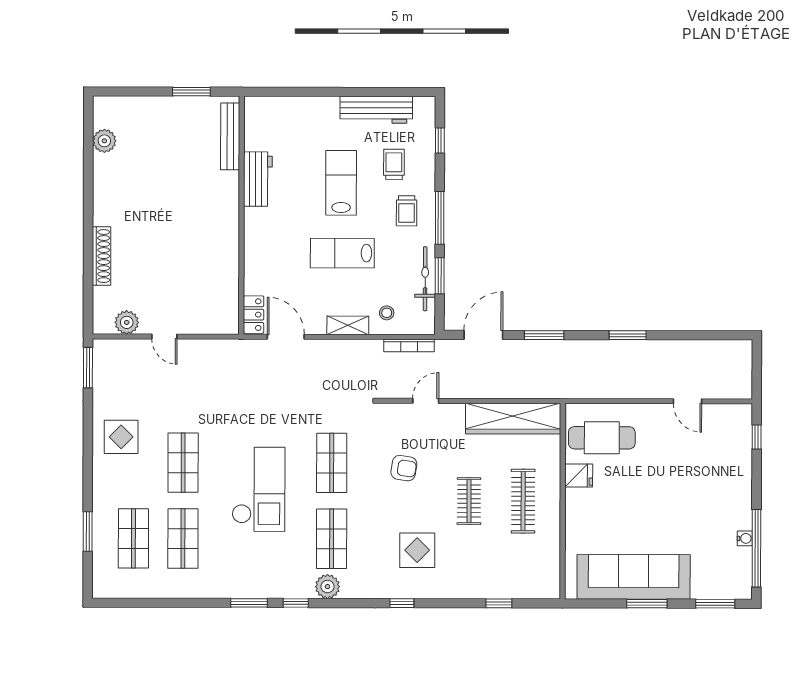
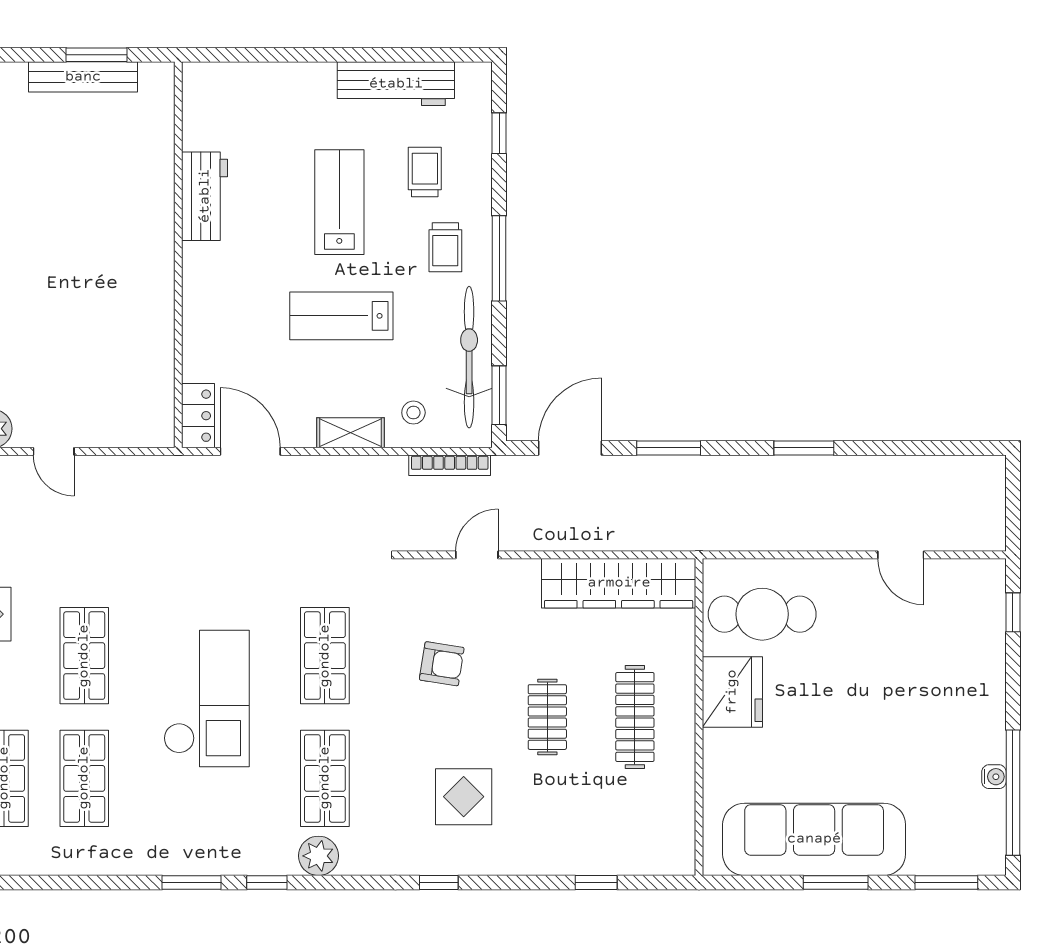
bench: (230, 136) -> (83, 77), moved, turned 90
window: (440, 276) -> (499, 395), moved
bicycle: (425, 279) -> (469, 357), width x1.37, depth x1.40
fridge: (579, 476) -> (732, 692), width x1.88, depth x1.34

